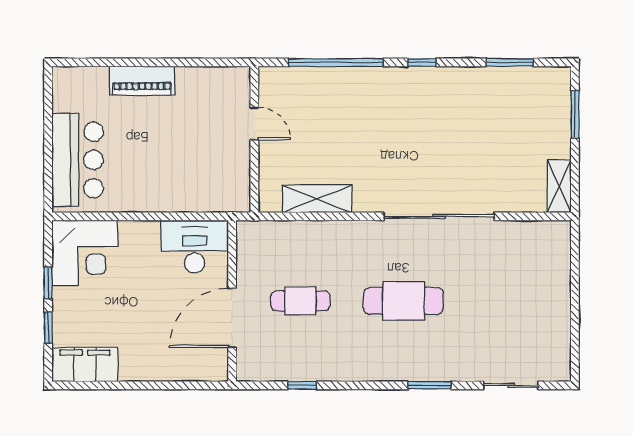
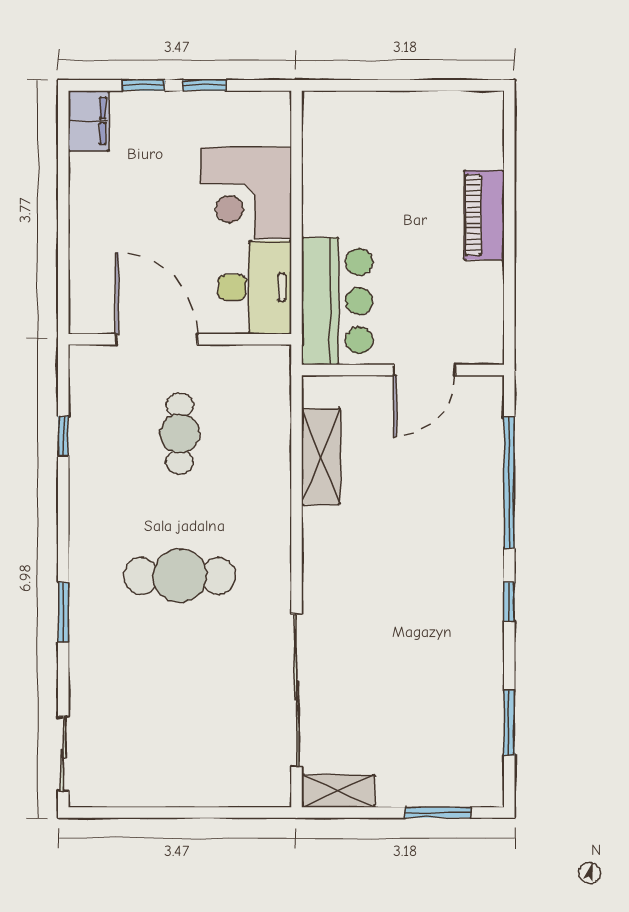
door: (254, 124) -> (425, 370), width x1.38
bar counter: (78, 160) -> (337, 301), moved, turned -90
sliding door: (439, 216) -> (296, 690), moved
corner desk: (85, 253) -> (246, 193), moved
cafe table: (403, 301) -> (180, 576), turned 90
filing cabinet: (85, 365) -> (89, 121), width x0.67, depth x0.86
sliding door: (511, 385) -> (63, 754), moved

